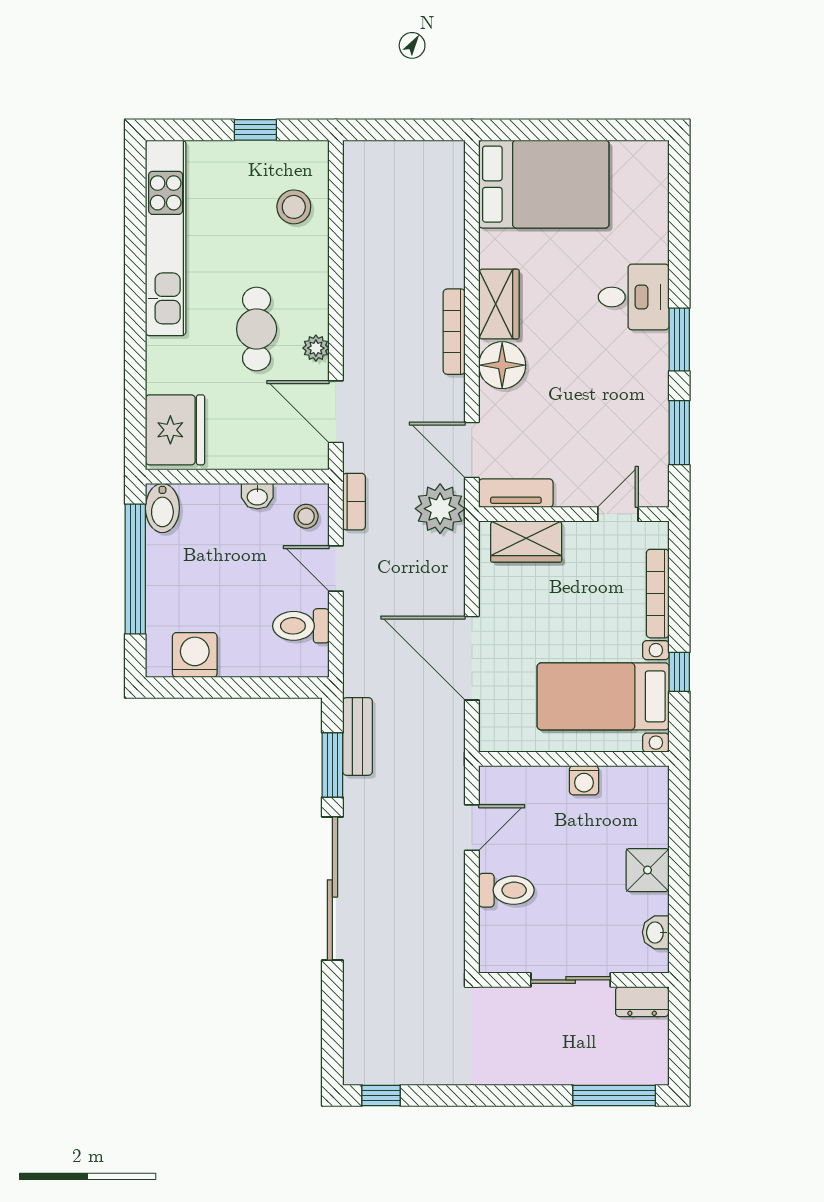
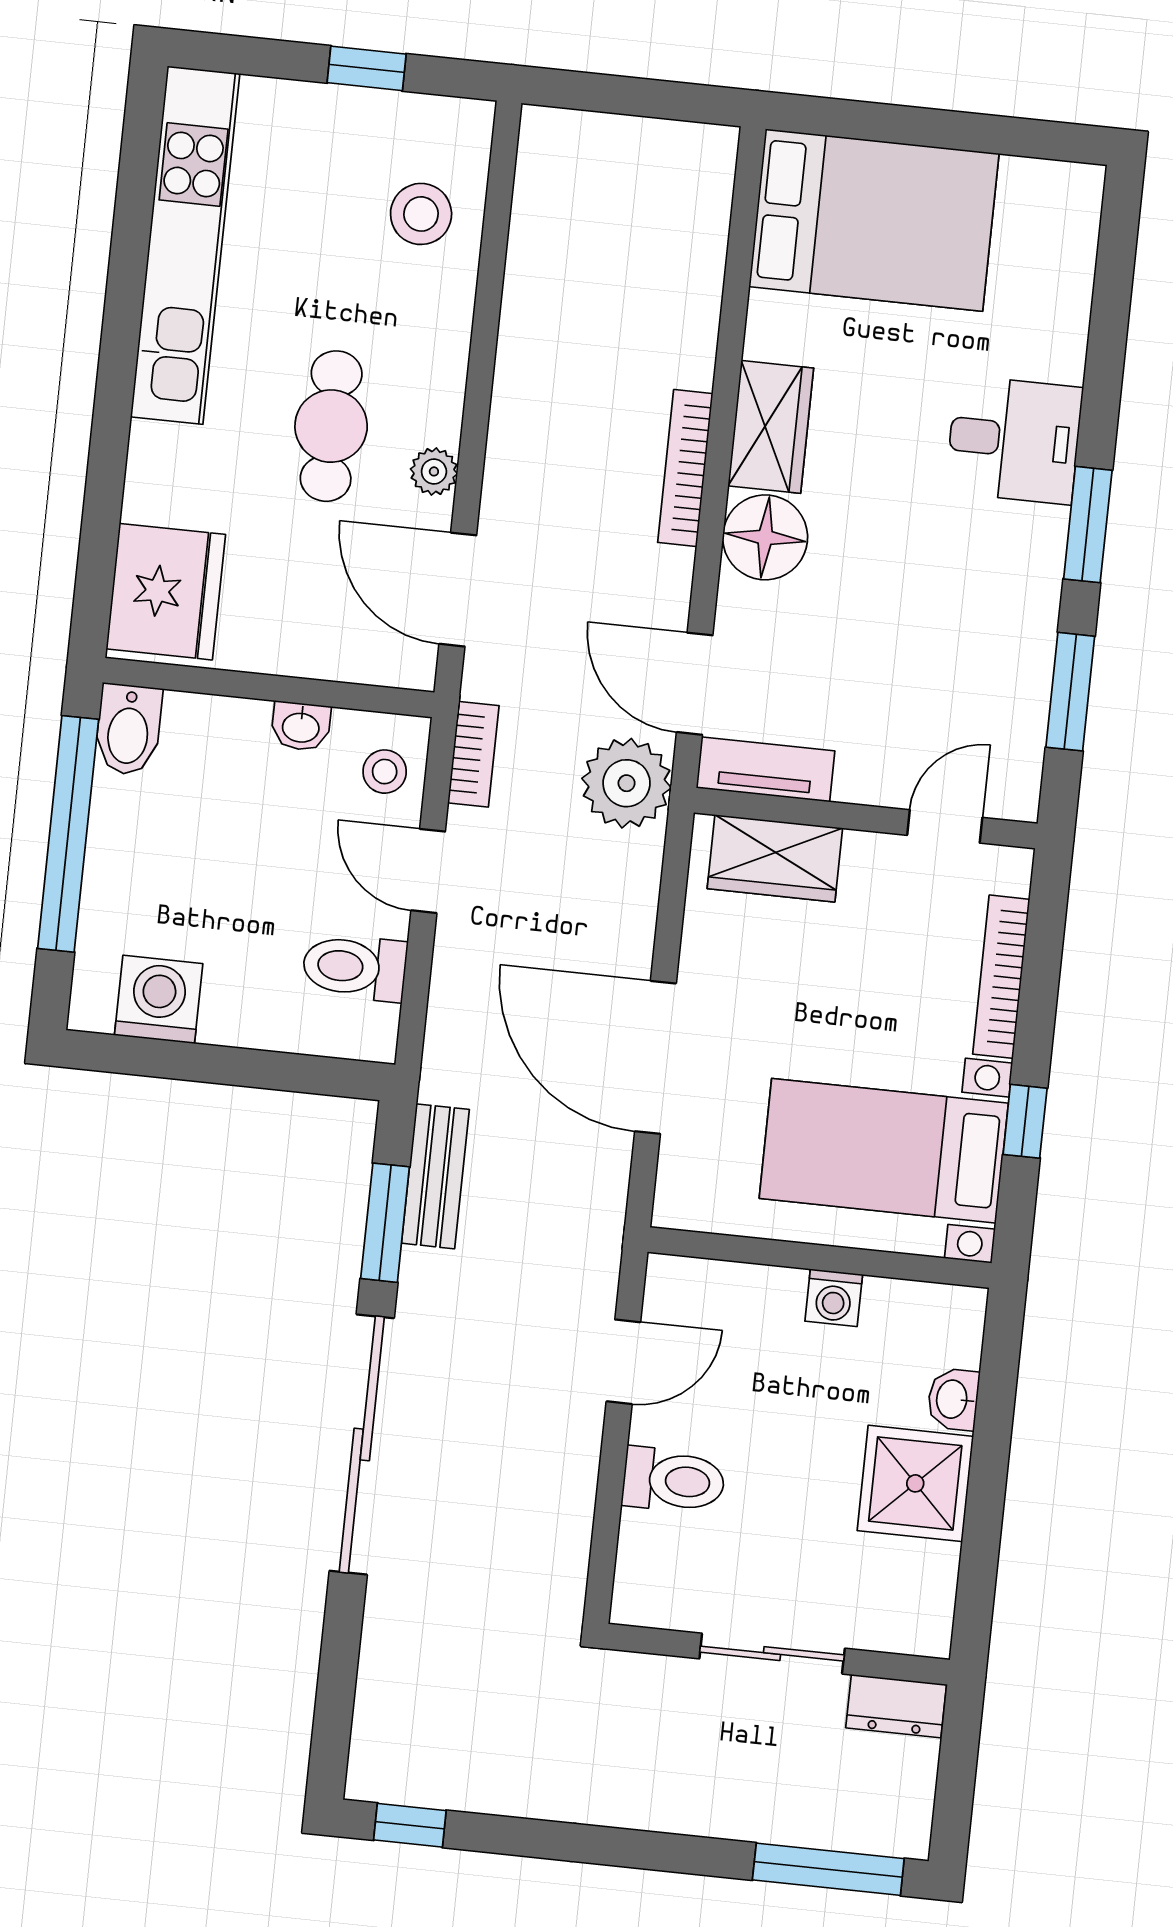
shower: (648, 870) -> (915, 1483), width x1.36, depth x1.36
washbasin: (656, 932) -> (953, 1399), moved

